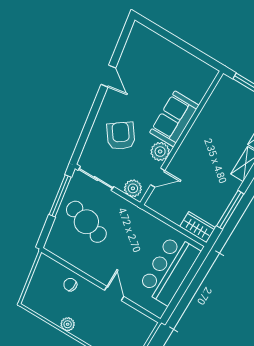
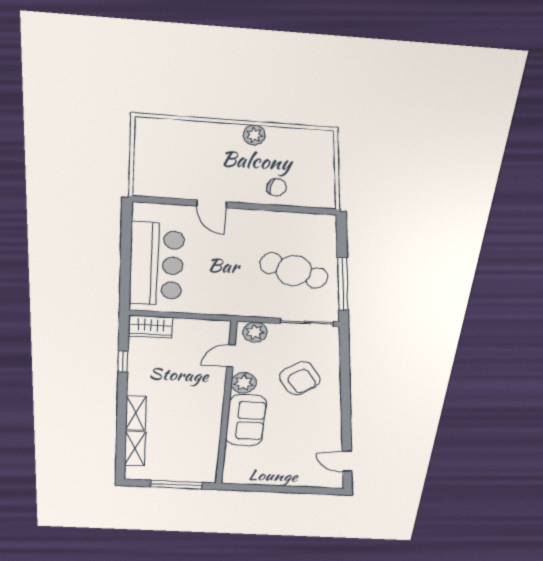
door: (108, 76) -> (347, 461), moved
window: (230, 210) -> (123, 361), width x0.46

